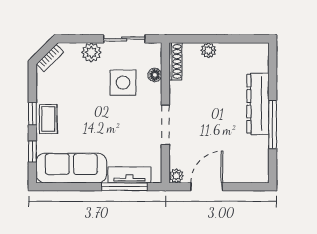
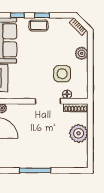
sliding door: (124, 39) -> (90, 75), removed
plant: (208, 50) -> (79, 133), width x1.88, depth x1.88
dresser: (258, 104) -> (48, 161), removed
doorway: (165, 125) -> (48, 101), moved

